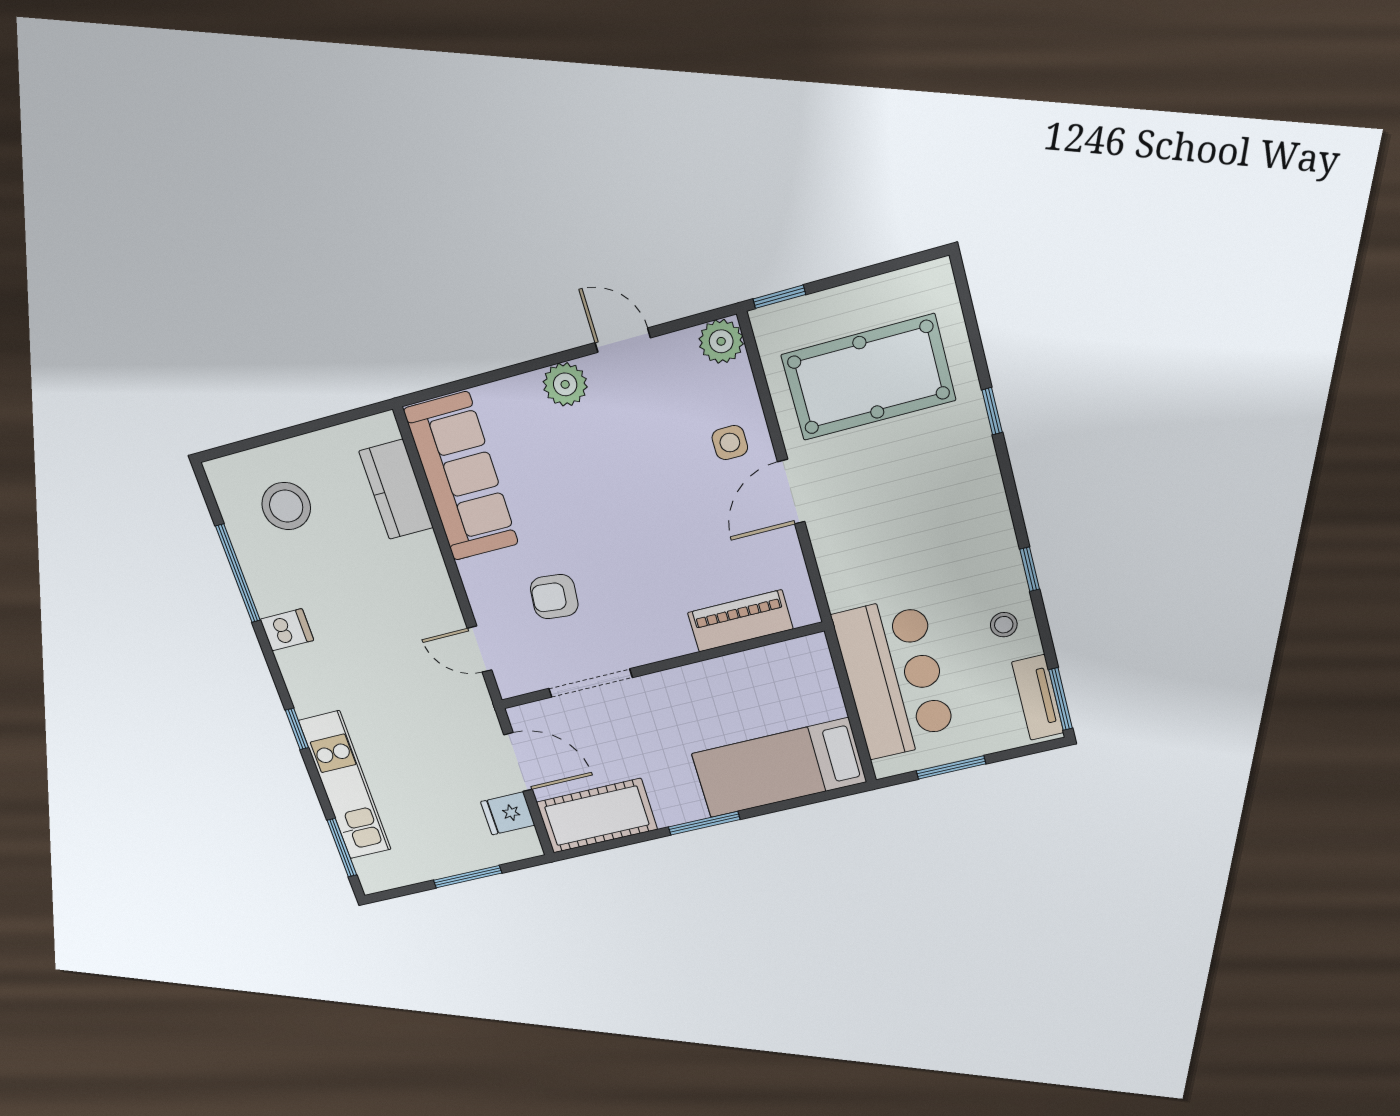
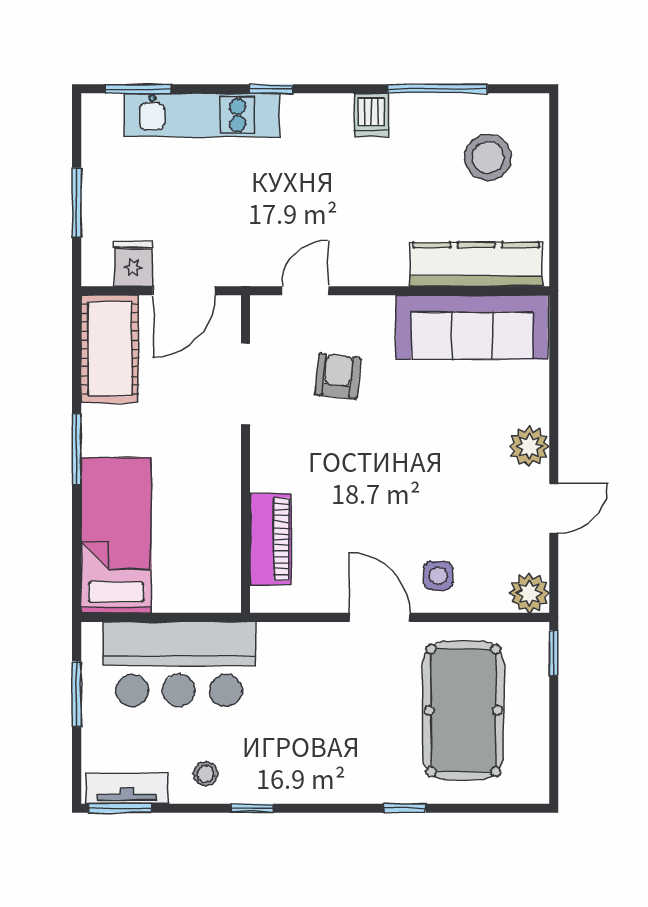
kitchen counter: (396, 489) -> (476, 264), width x1.50

